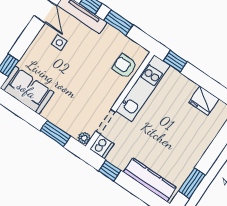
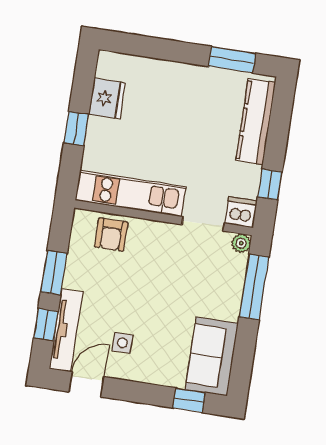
window: (175, 61) -> (76, 129), moved
window: (55, 134) -> (254, 287), width x1.44

